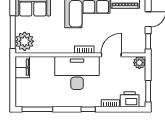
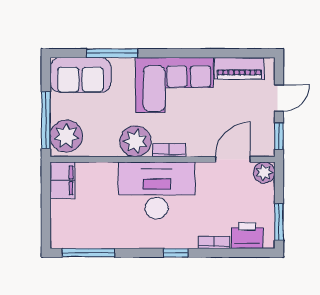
plant: (65, 44) -> (136, 141), added
door: (111, 55) -> (233, 159), moved

